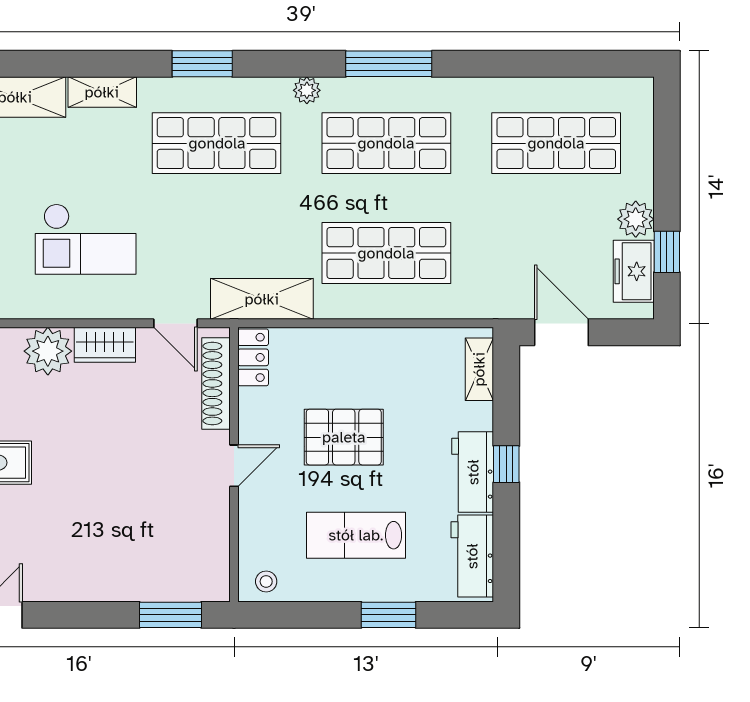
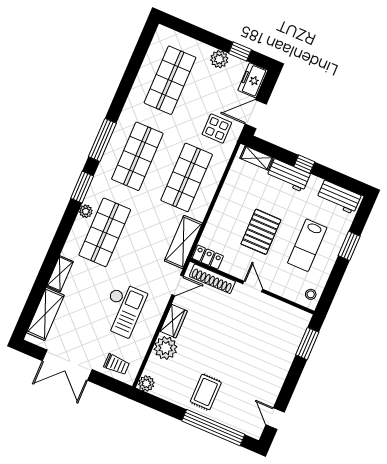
window: (202, 64) -> (82, 187), moved
plant: (307, 90) -> (86, 211), moved
display table: (503, 271) -> (217, 129), added
freezer: (634, 271) -> (253, 80), moved, turned 90
workbench: (473, 472) -> (289, 175), moved

